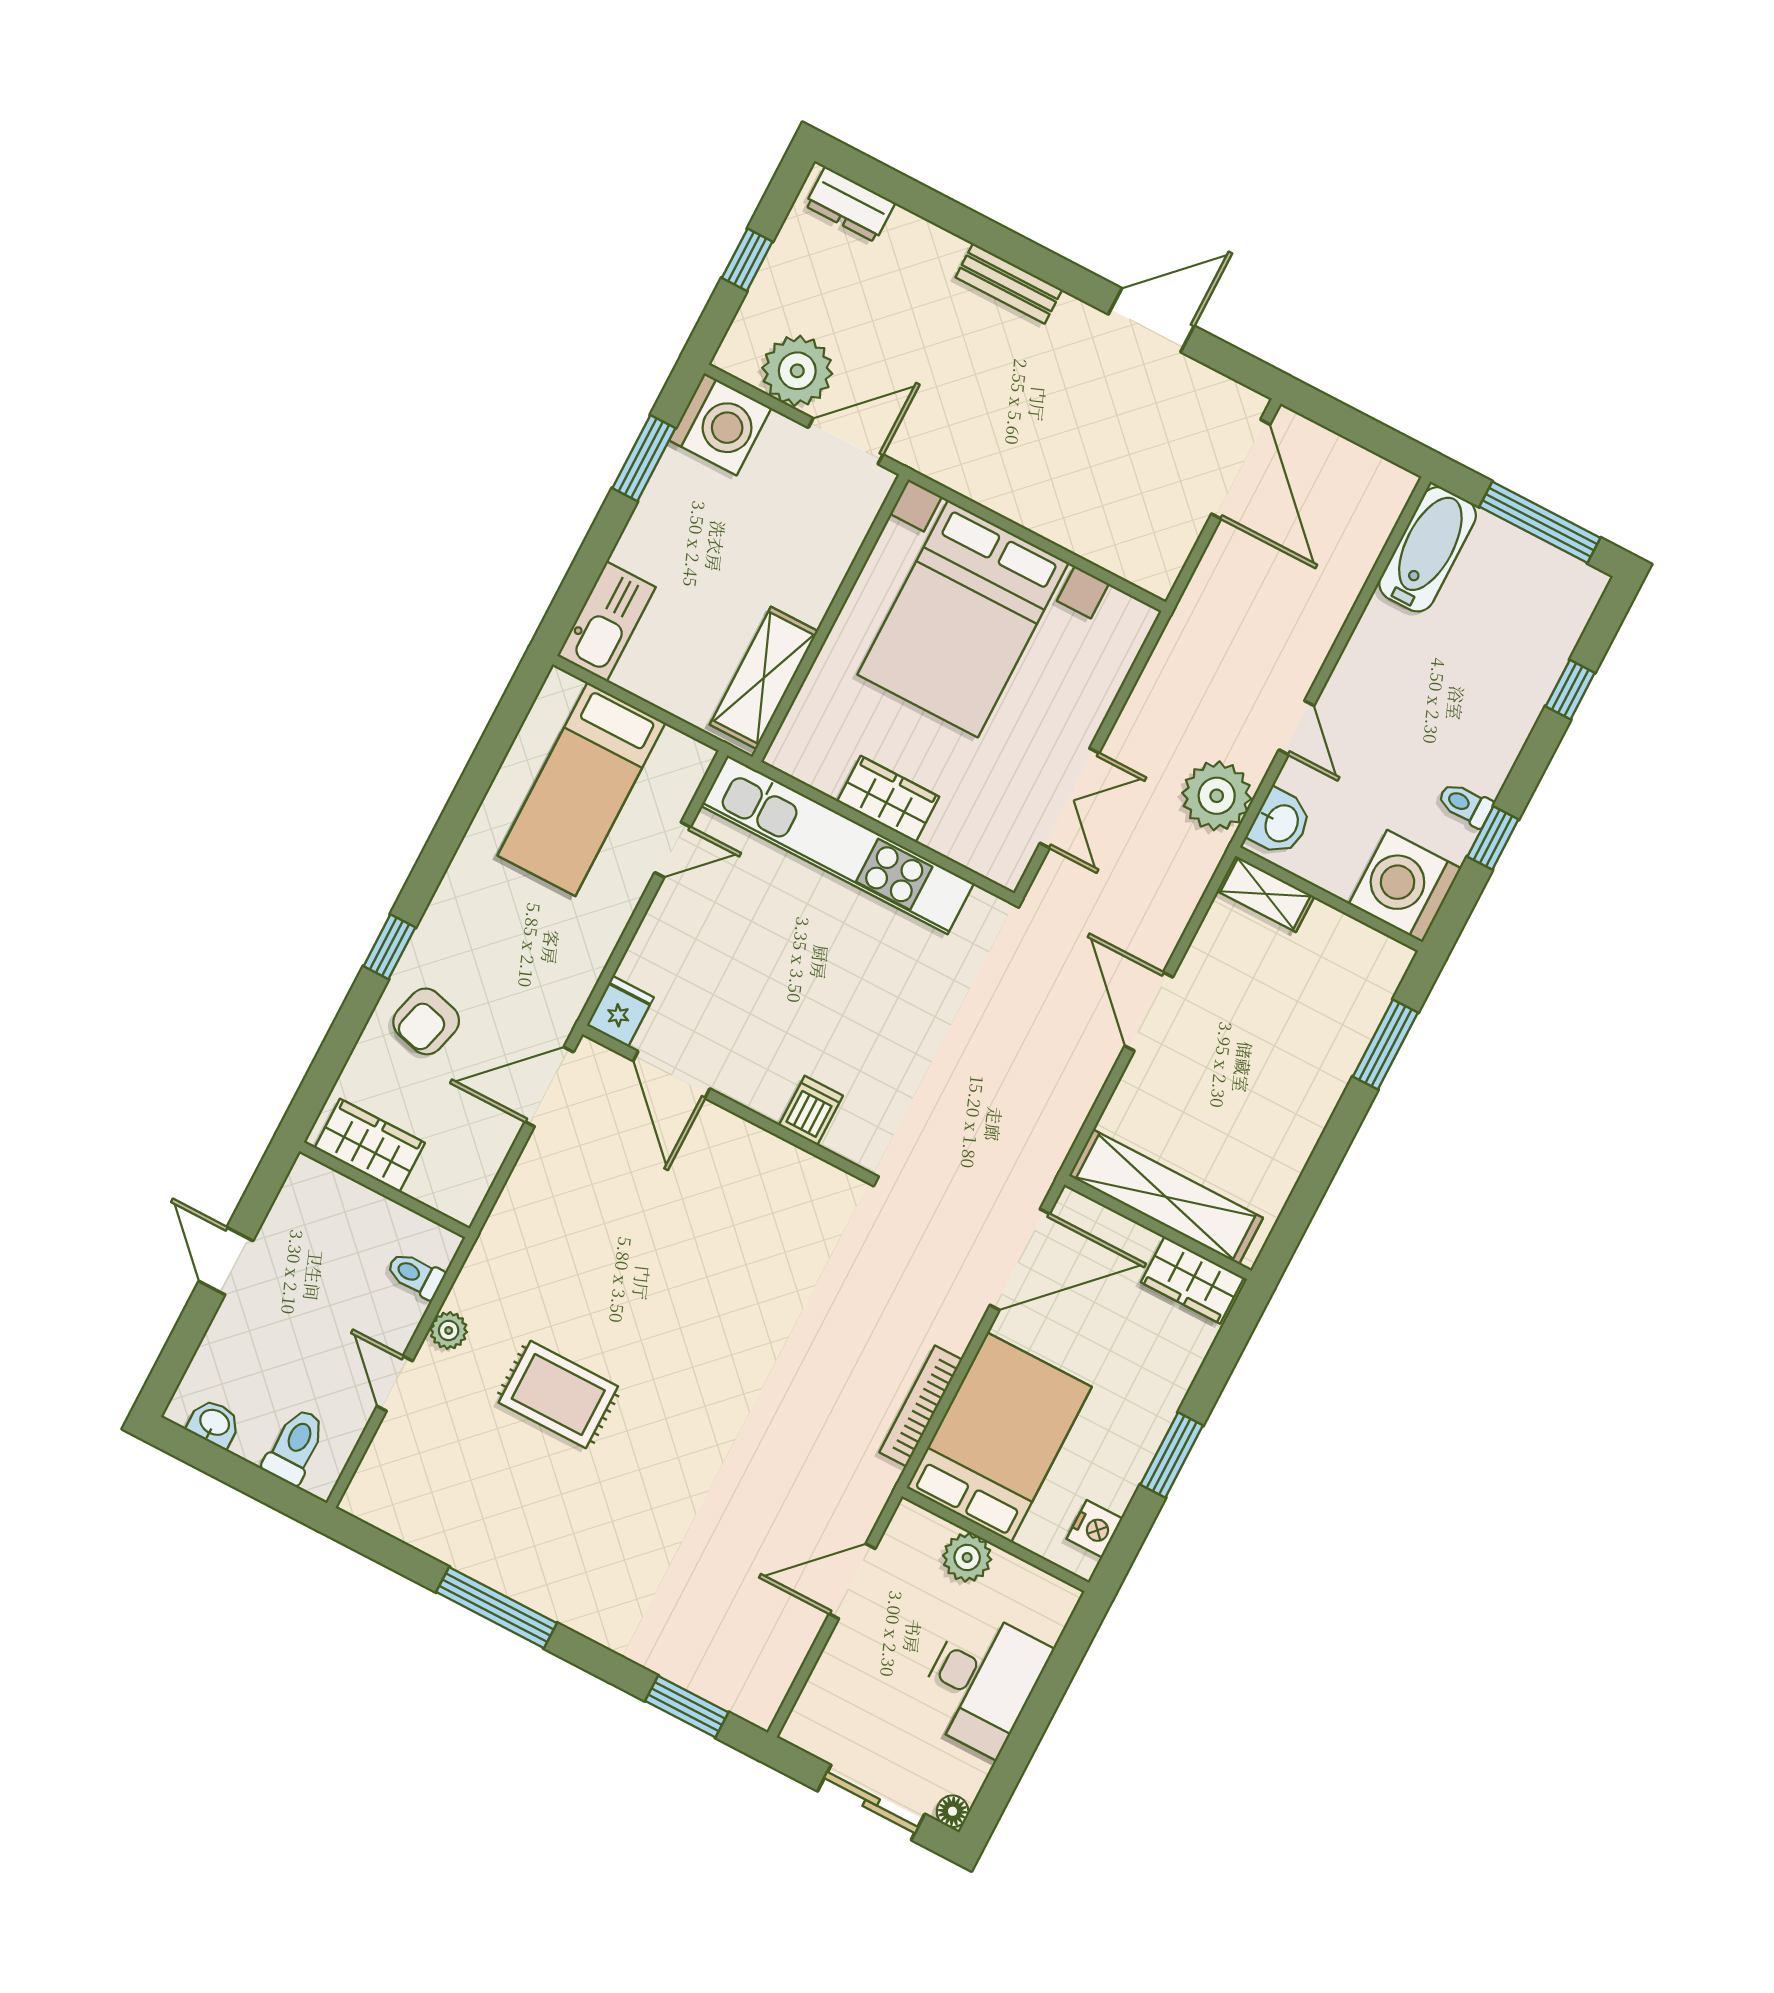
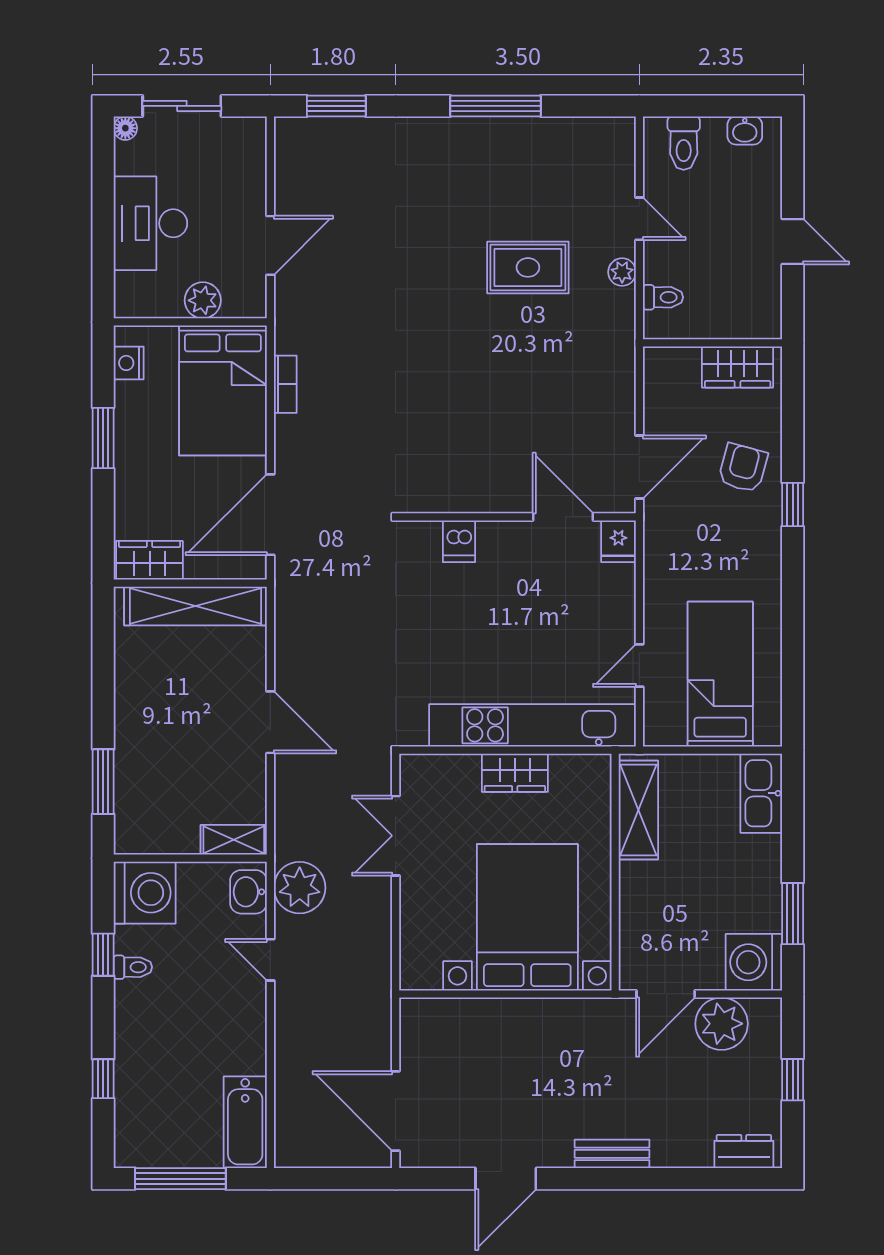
bookcase: (921, 1406) -> (285, 384), width x0.64

